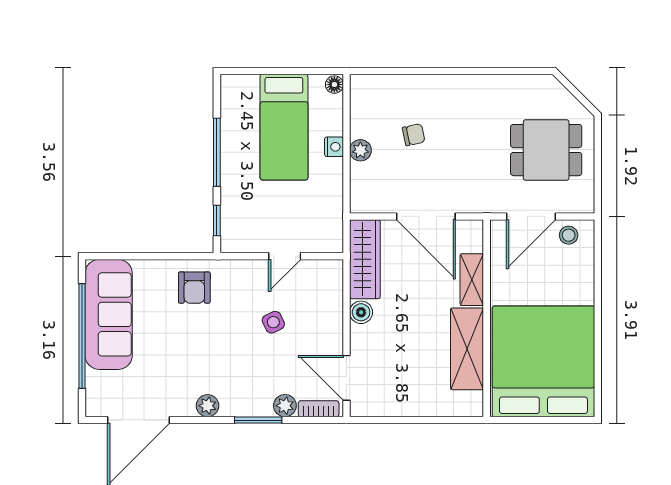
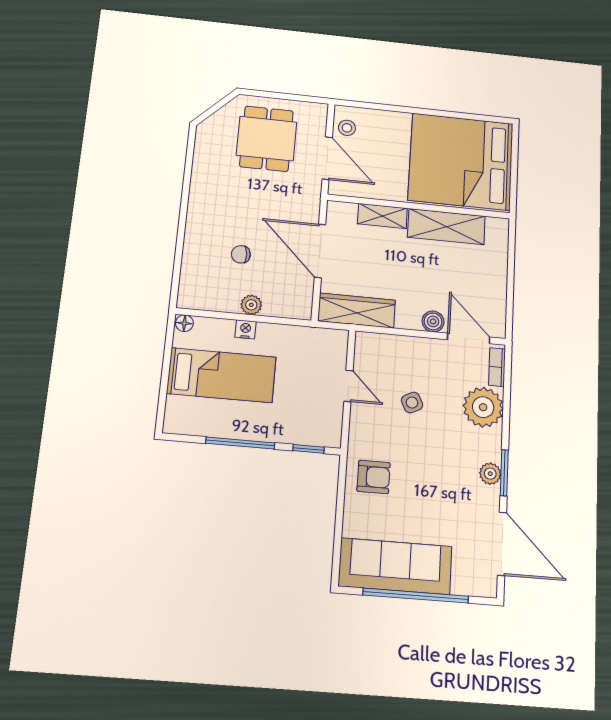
chair: (414, 135) -> (241, 254), turned -81
door: (426, 216) -> (320, 251), swing flipped
boiler: (361, 312) -> (433, 321), moved
door: (346, 378) -> (469, 338), swing flipped
plant: (285, 406) -> (483, 407), width x1.88, depth x1.88
window: (258, 420) -> (504, 473), moved

